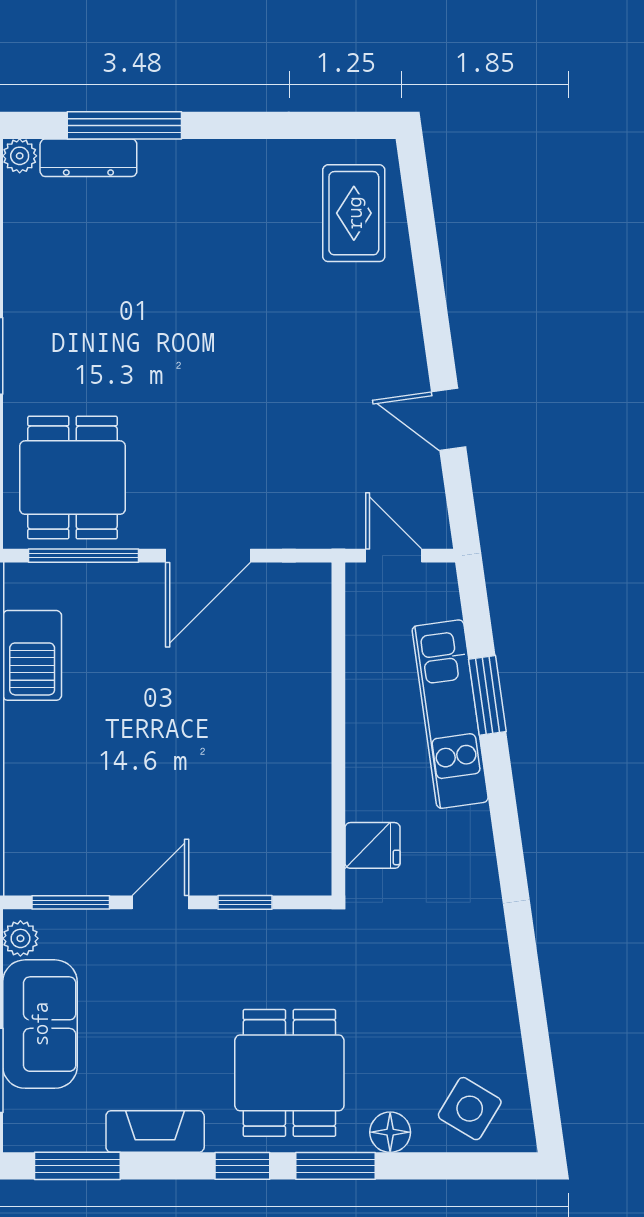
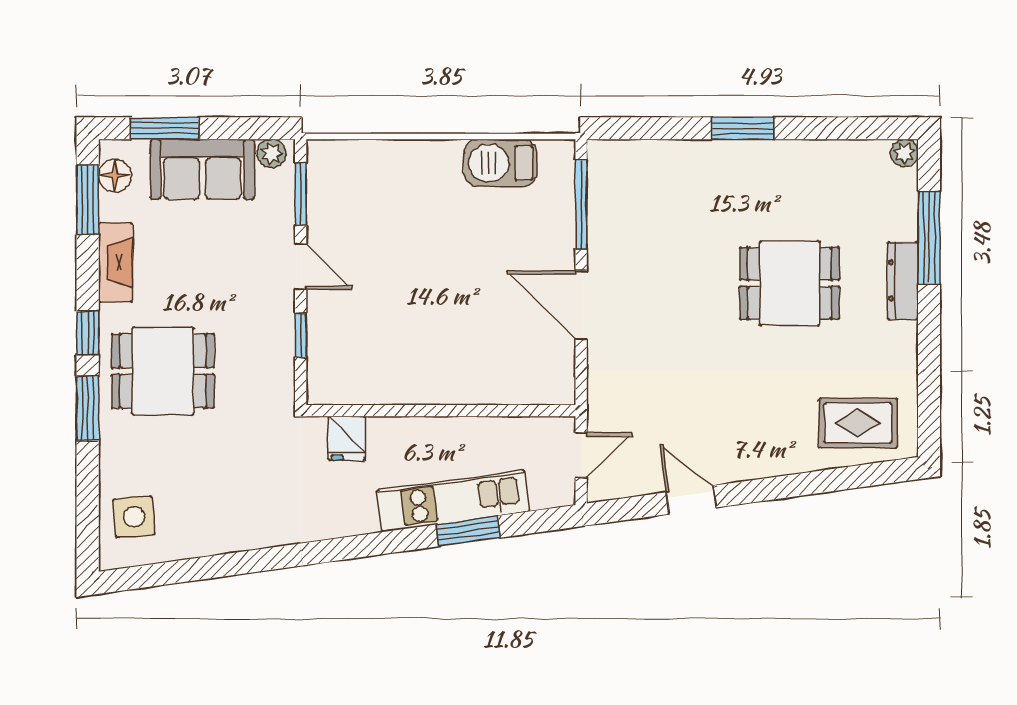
dresser: (88, 158) -> (903, 281), moved
door: (449, 419) -> (691, 500), hinge flipped
dining table: (72, 478) -> (790, 283), moved
side table: (470, 1109) -> (134, 517), turned -36
floor lamp: (390, 1132) -> (115, 176), moved

